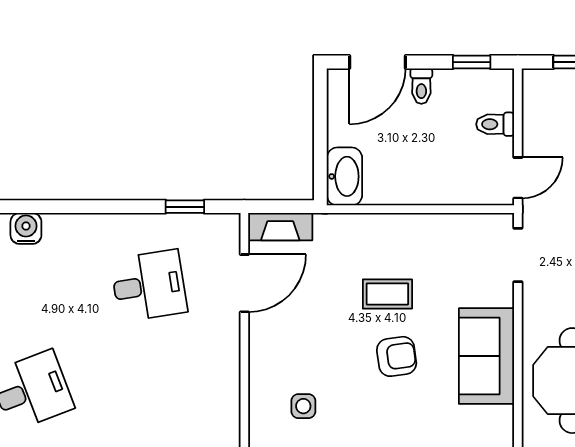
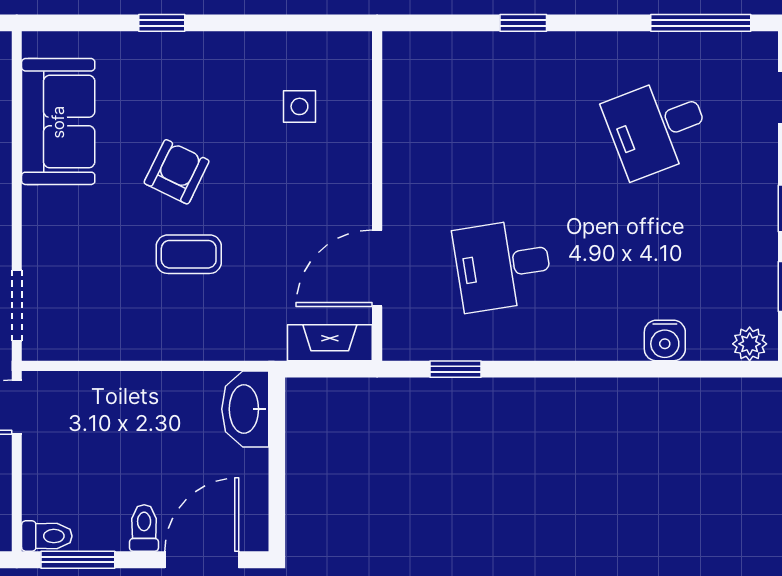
window: (472, 62) -> (78, 560), width x1.50
toilet: (495, 124) -> (47, 536), moved
armchair: (397, 356) -> (177, 172), turned 124
sofa: (486, 356) -> (58, 122), moved

